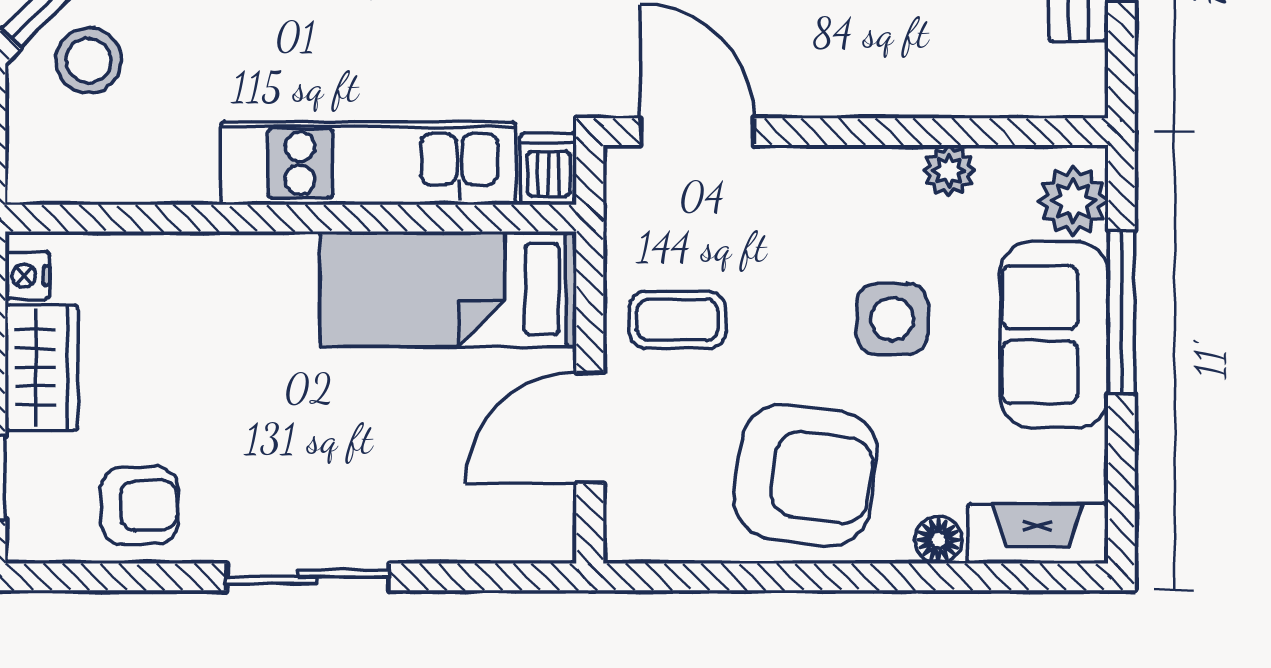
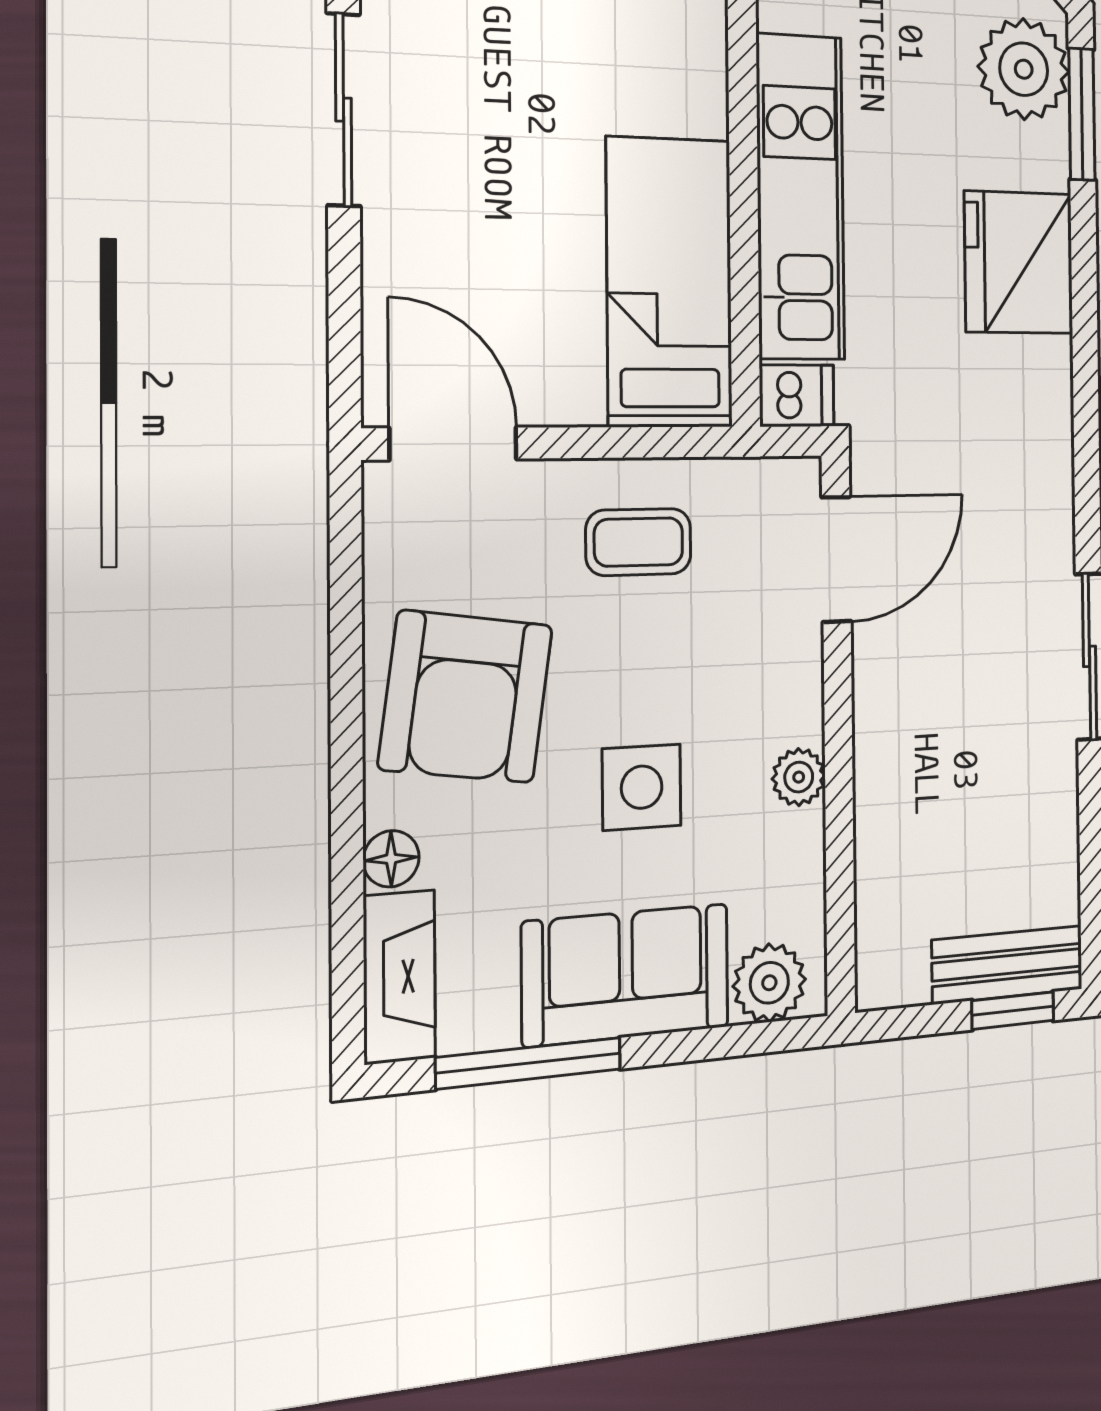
plant: (949, 171) -> (799, 777), moved
window: (1121, 312) -> (529, 1063), moved
coffee table: (677, 320) -> (639, 542), turned 90
door: (590, 428) -> (453, 444), moved

